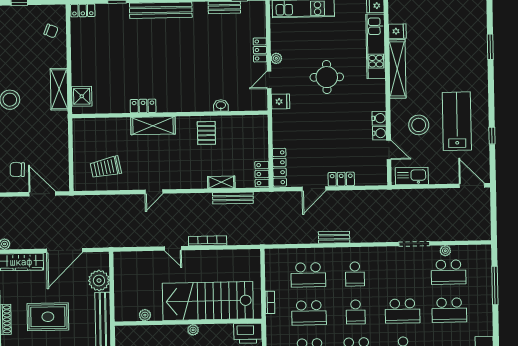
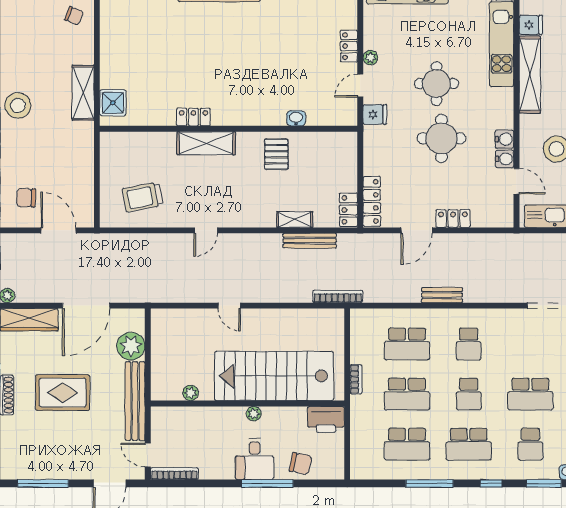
round table: (331, 119) -> (441, 138), added
bookcase: (208, 241) -> (338, 296), moved

